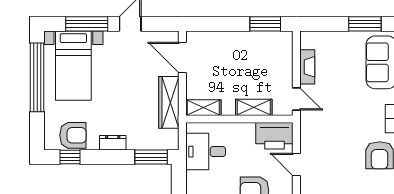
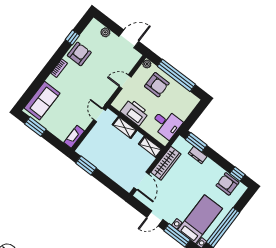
fireplace: (307, 67) -> (74, 137), moved
printer: (274, 136) -> (135, 112), moved
dresser: (113, 143) -> (198, 155), moved
door: (296, 164) -> (125, 82), swing flipped

